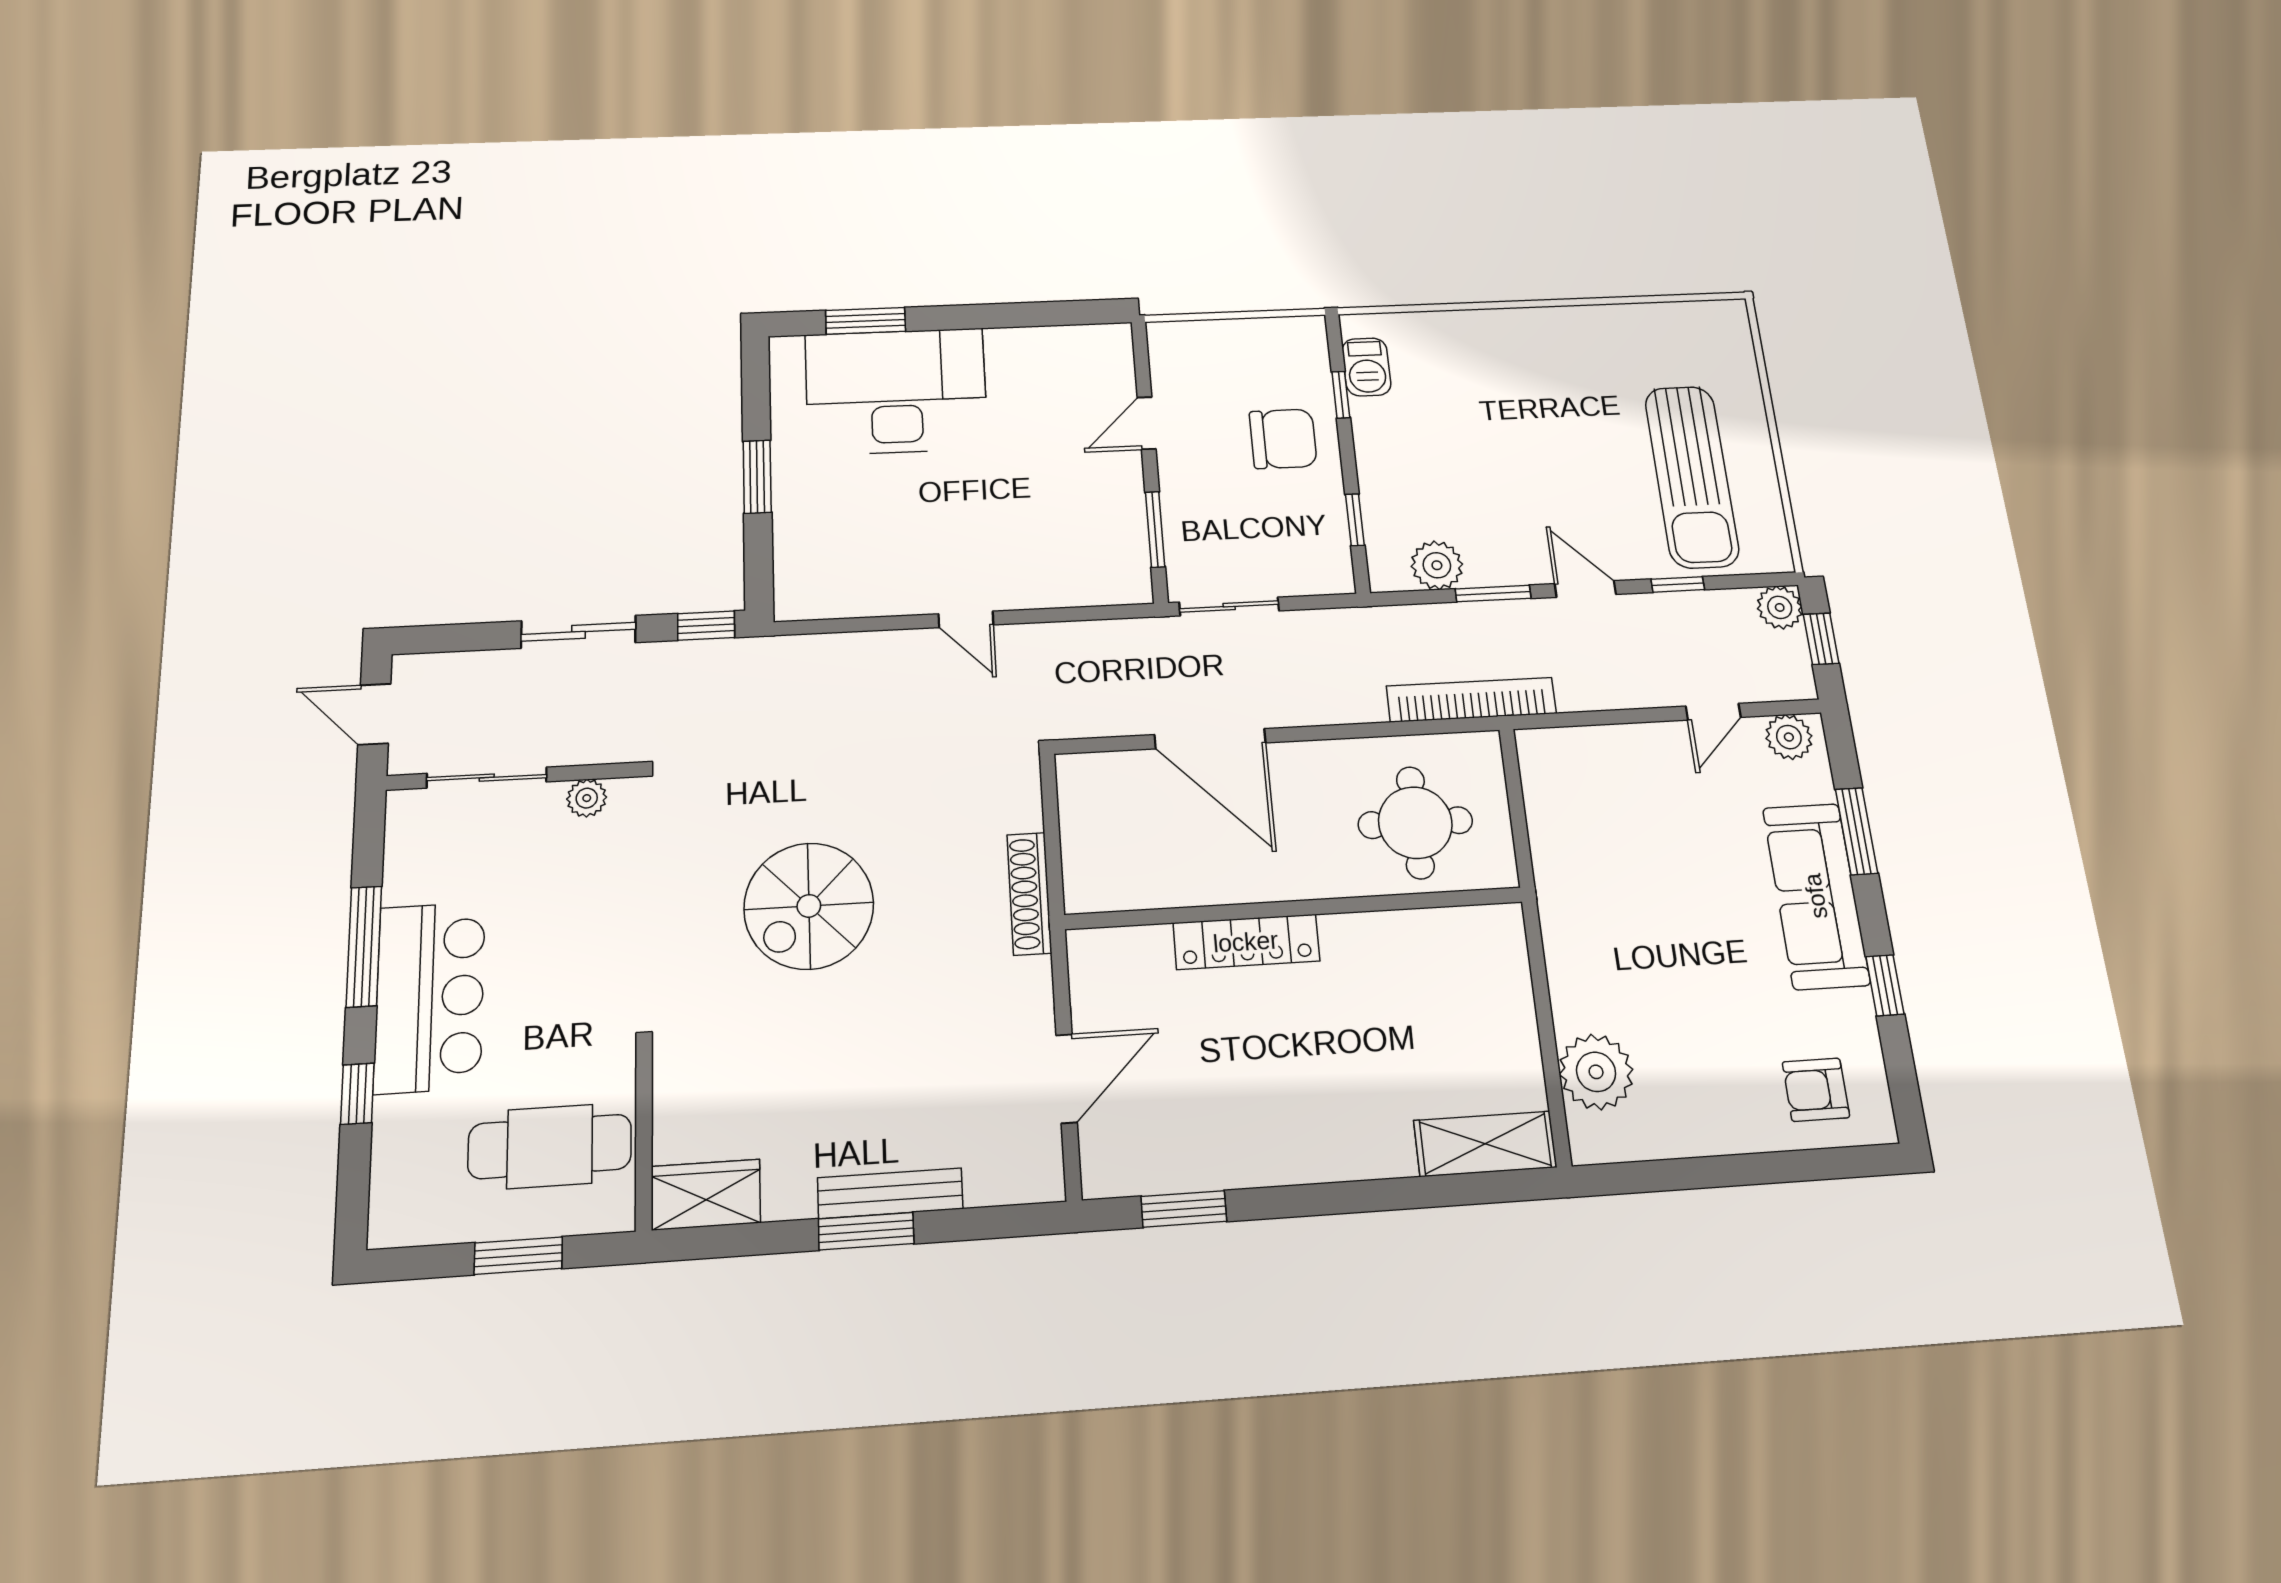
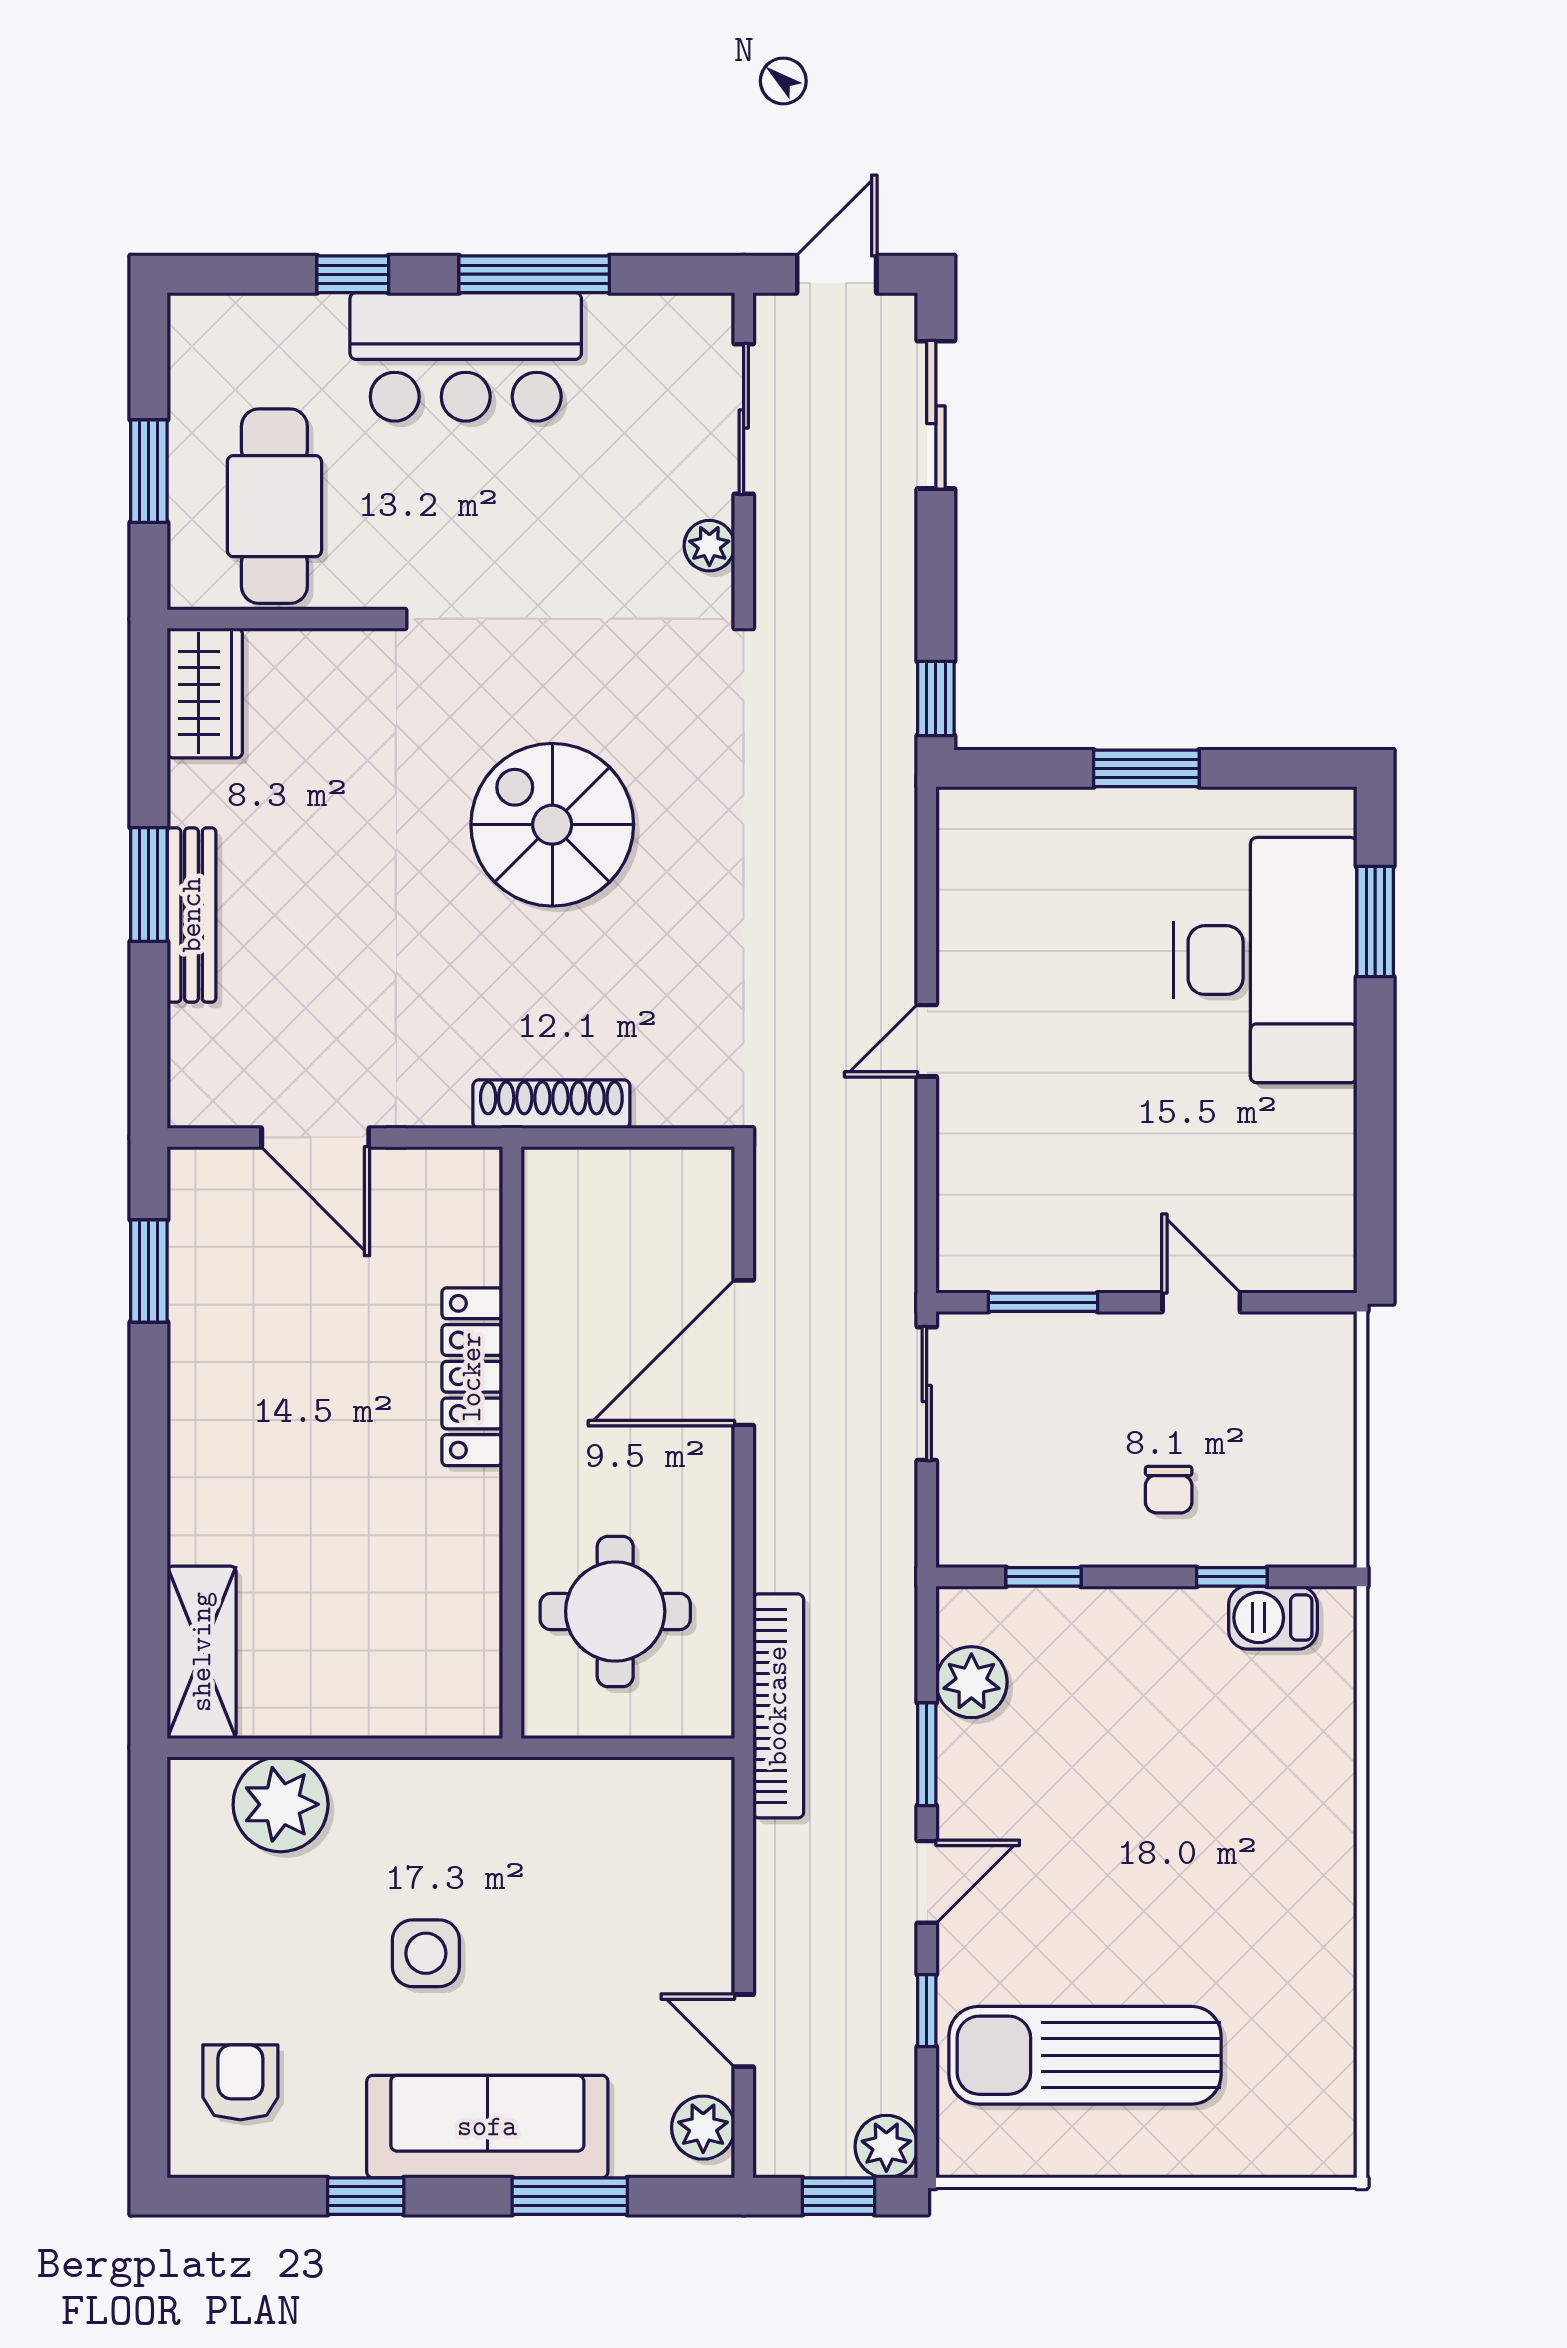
chair: (1283, 439) -> (1169, 1490), width x0.54, depth x0.54
sliding door: (578, 632) -> (936, 415), moved
side table: (1694, 951) -> (426, 1953), added

